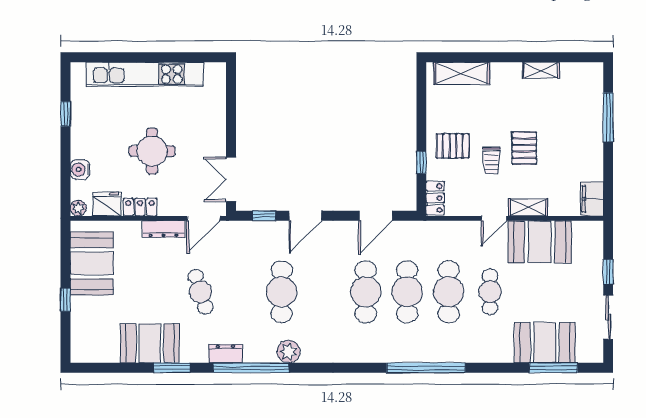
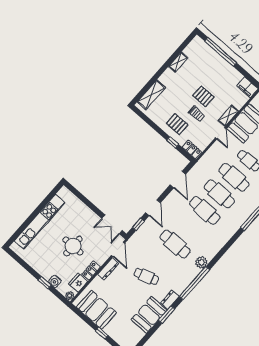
window: (66, 114) -> (45, 283), moved
window: (608, 117) -> (221, 52), width x1.46
pallet: (453, 146) -> (177, 124), turned 90
dresser: (225, 354) -> (170, 300), moved

